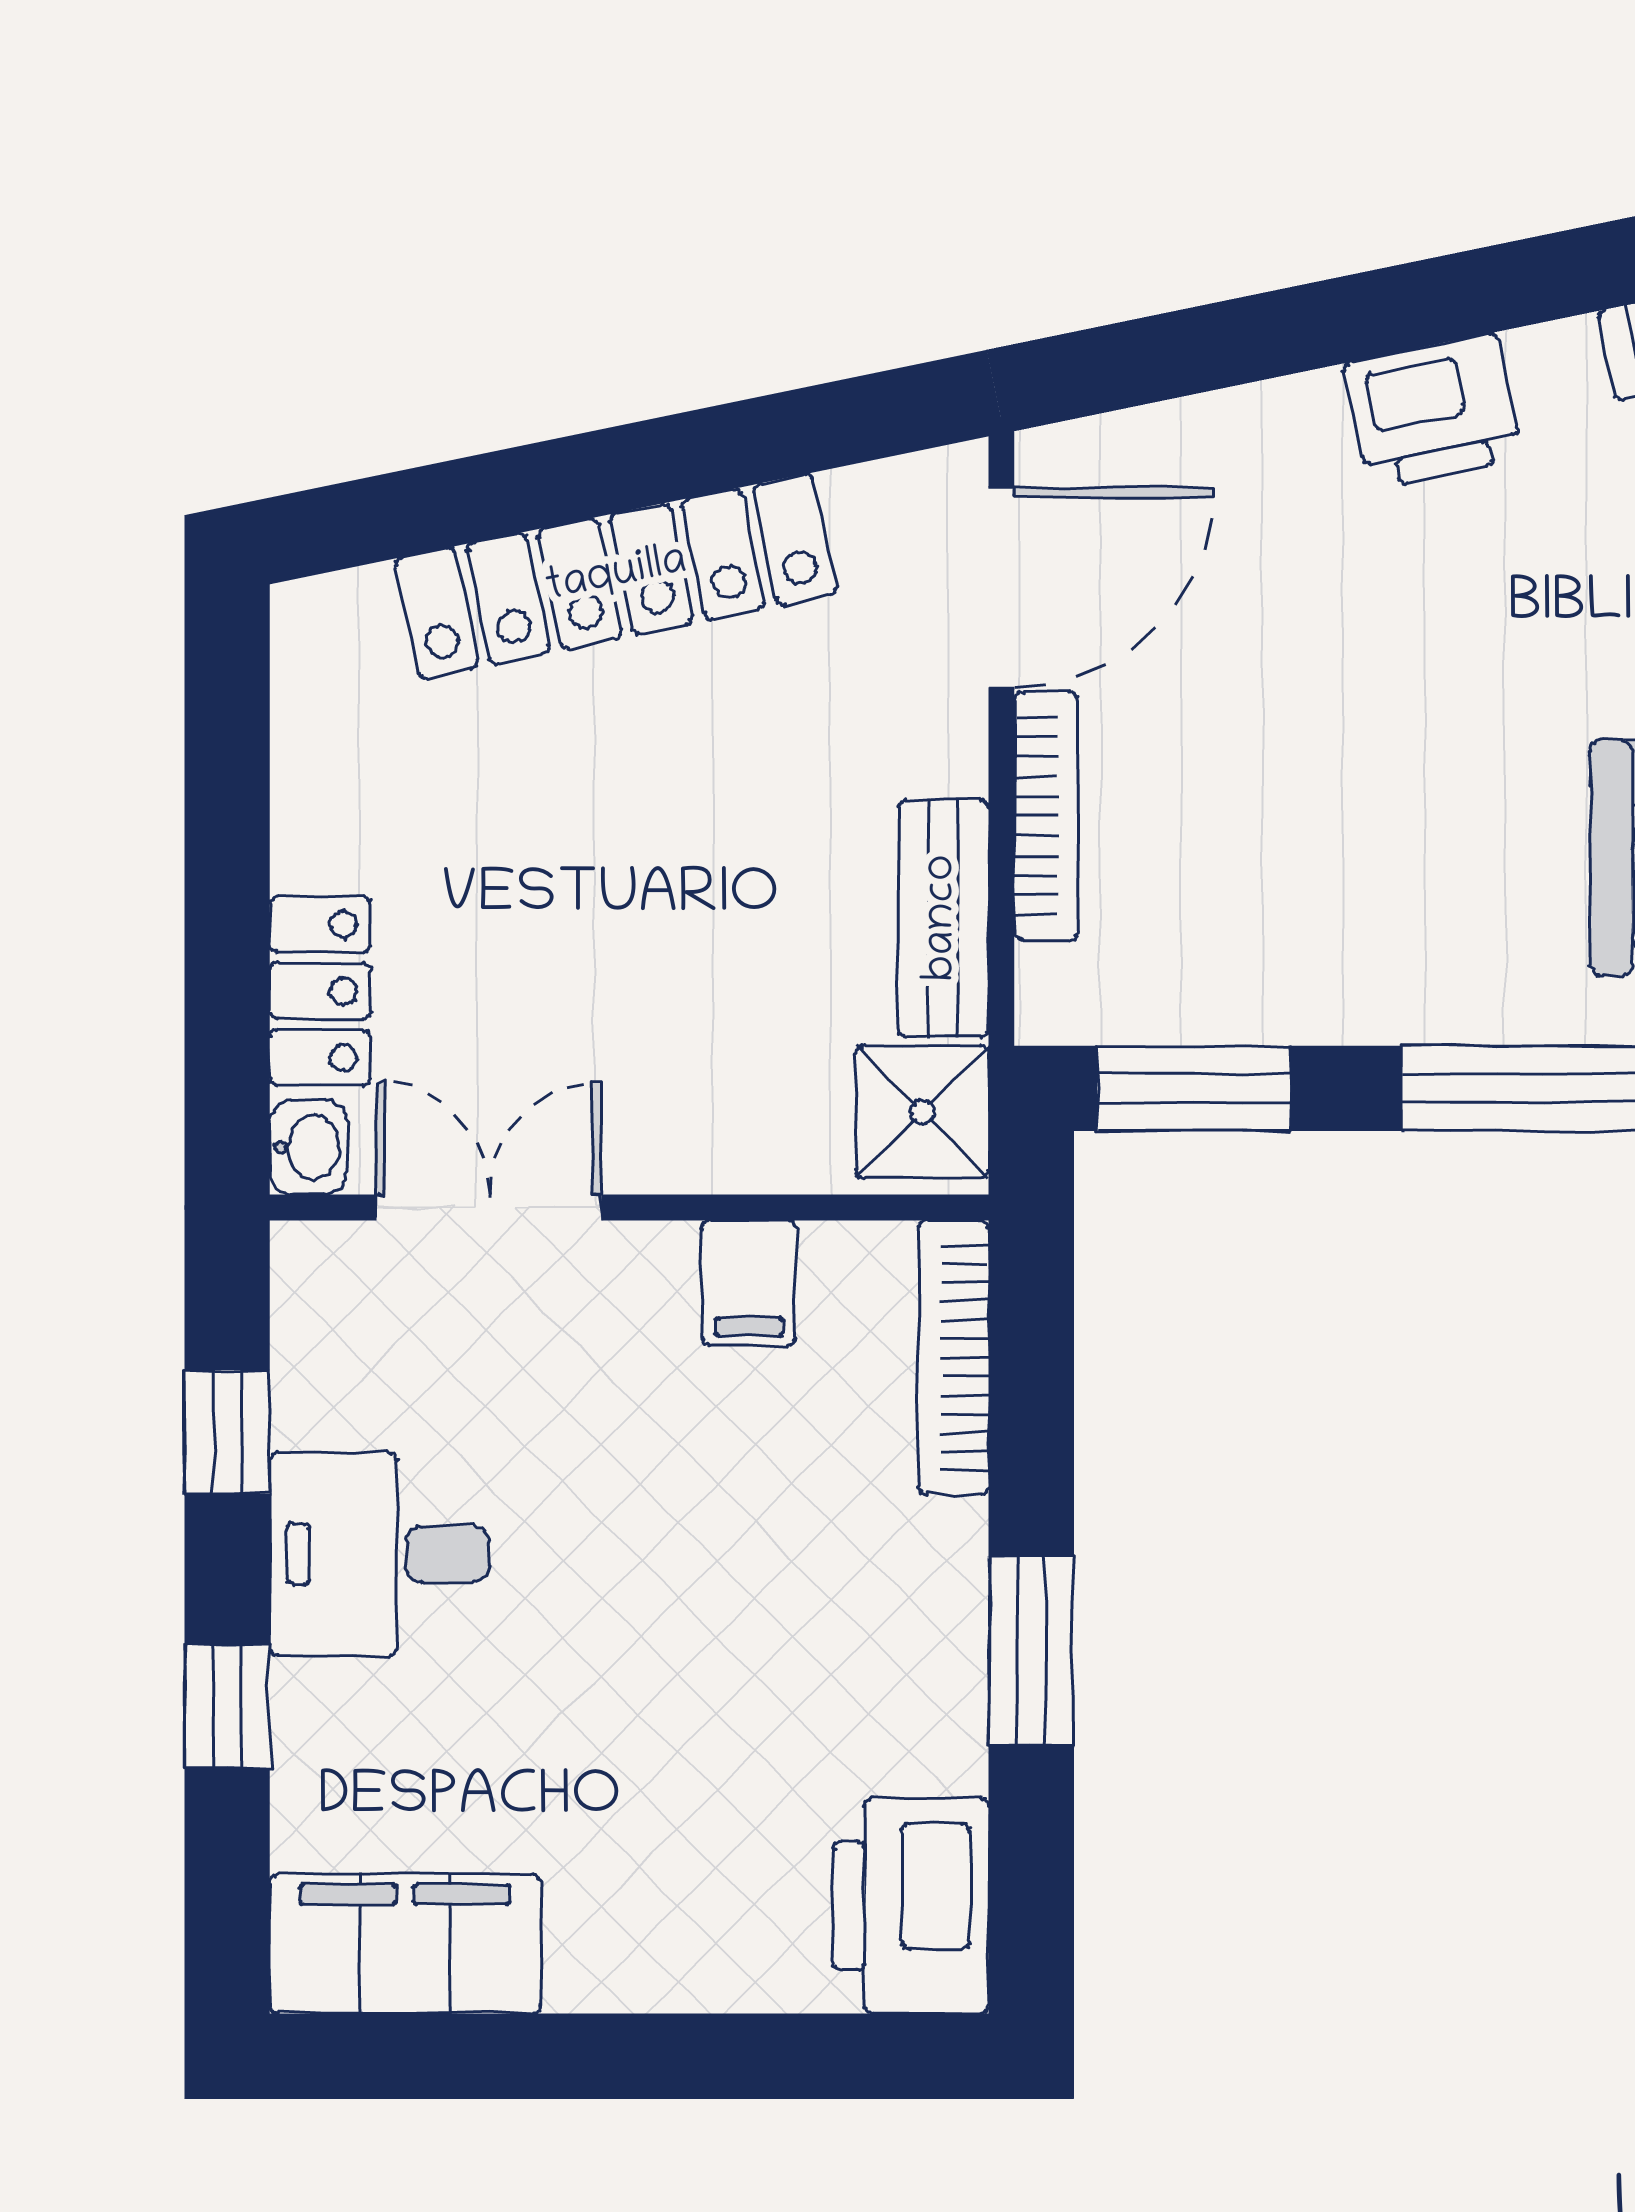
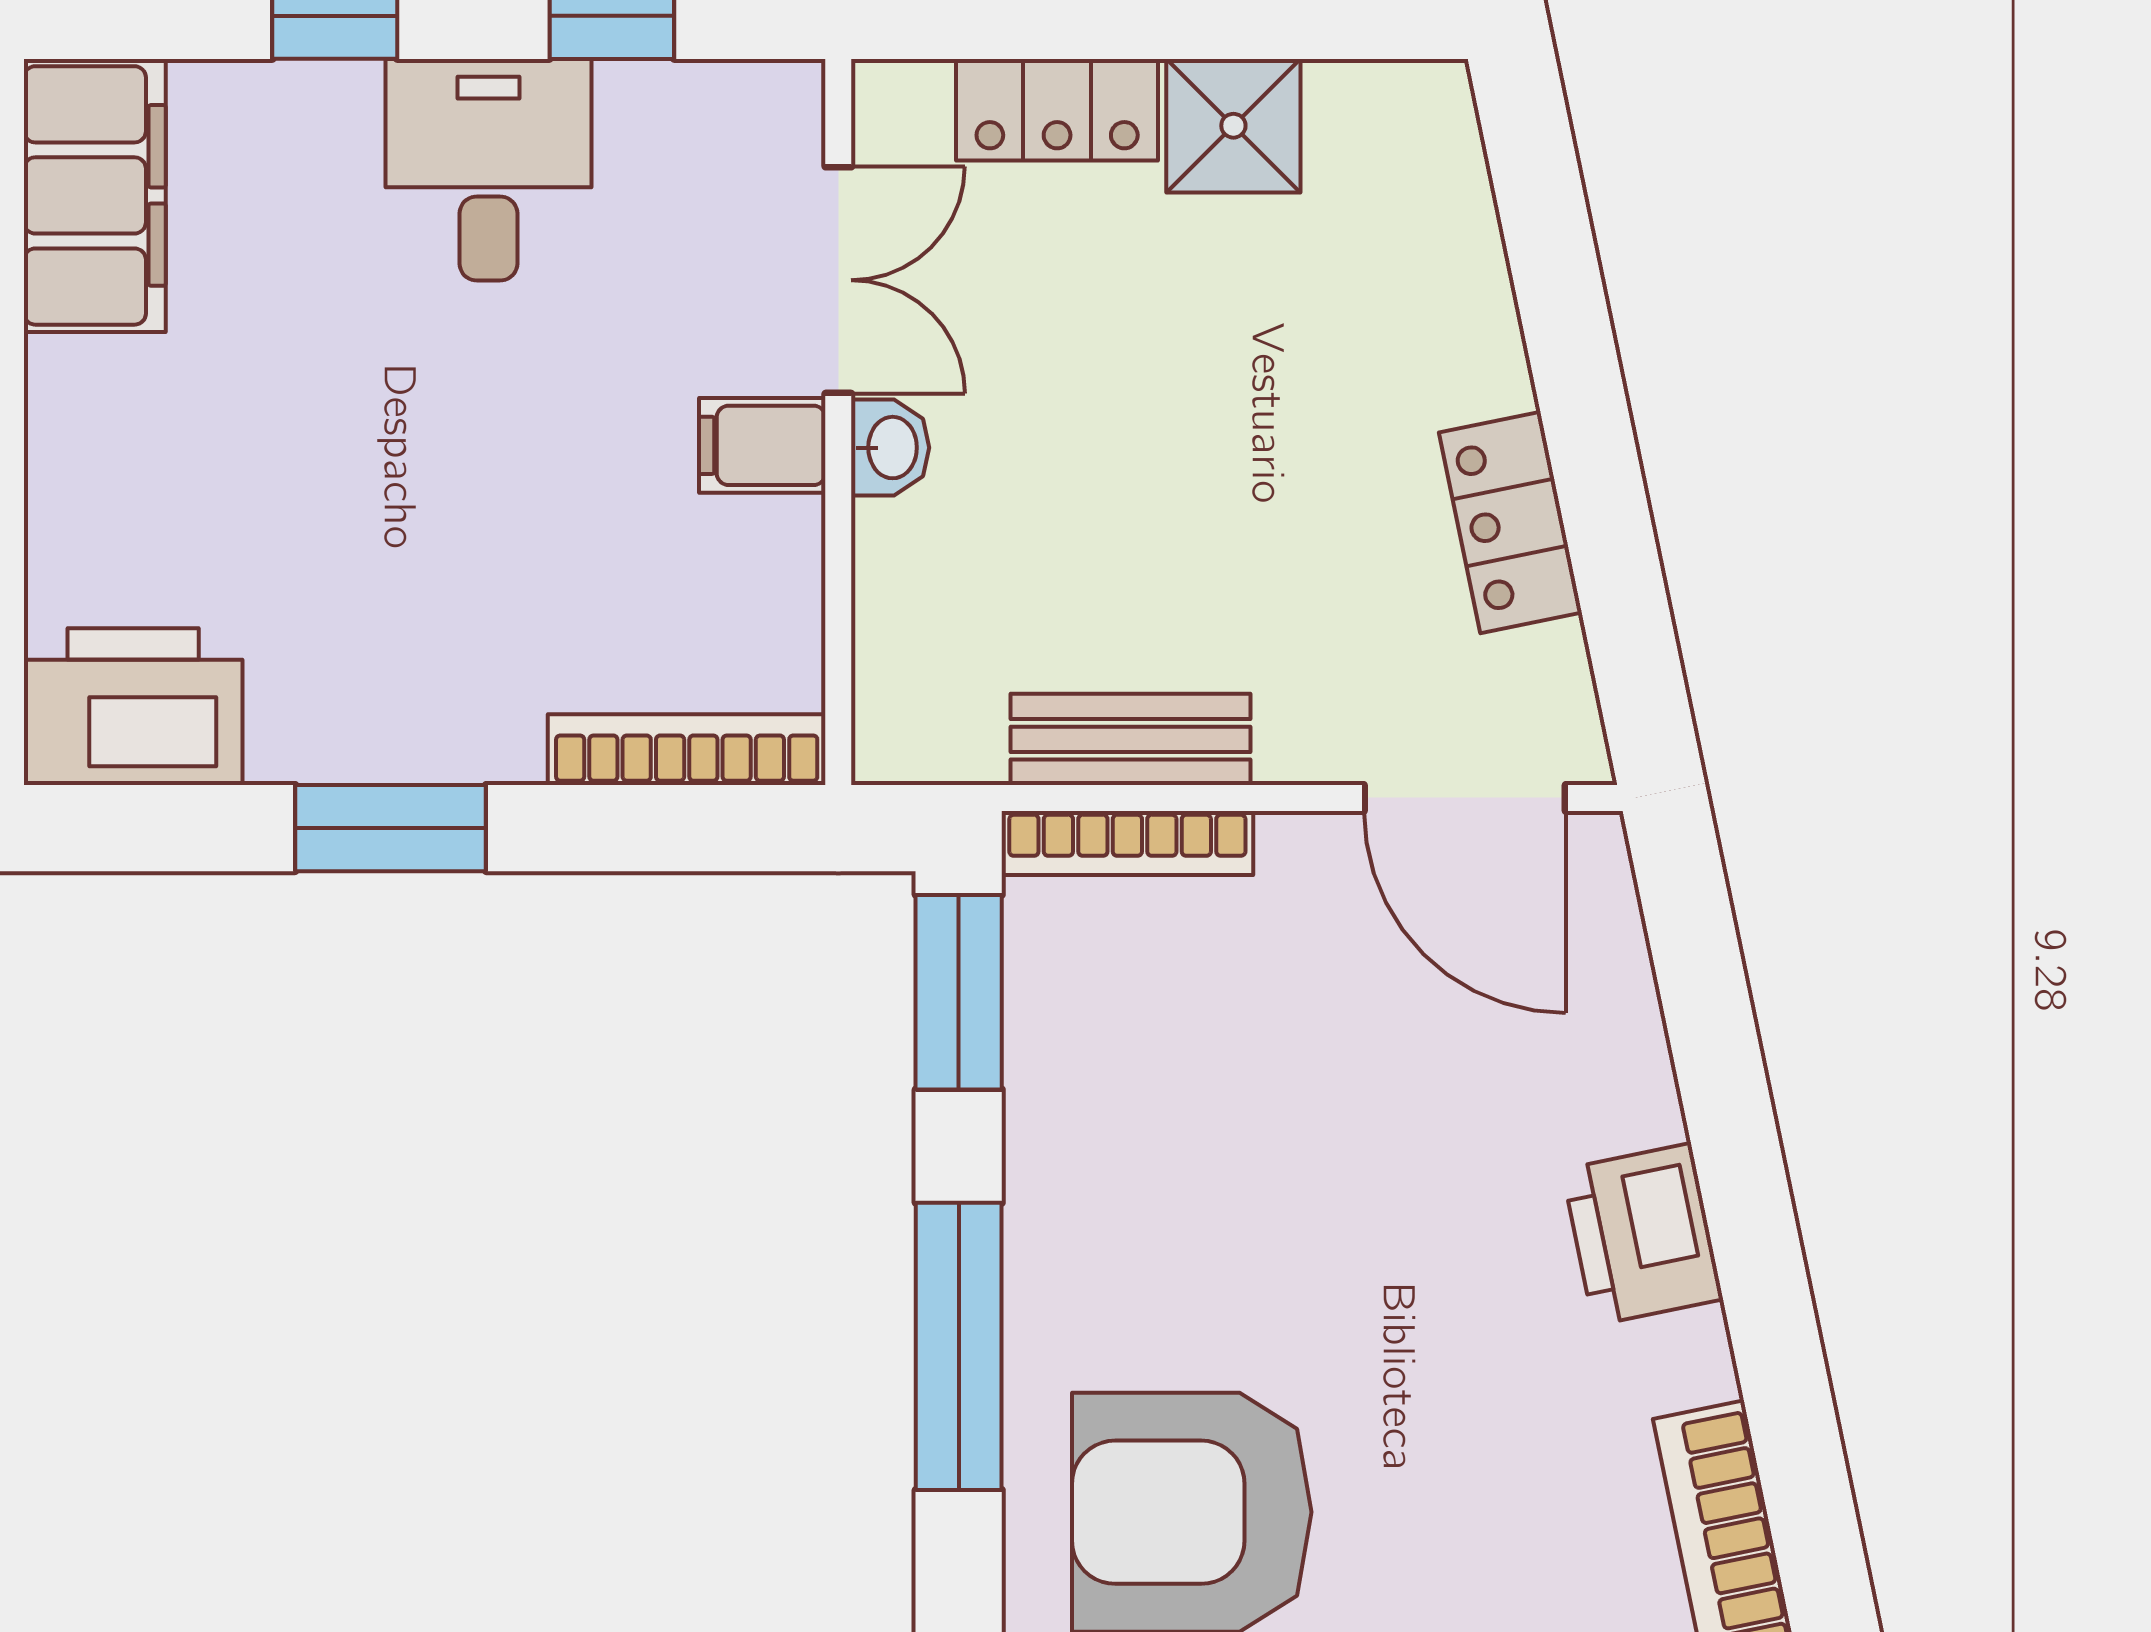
locker: (616, 576) -> (1510, 523), width x0.46, depth x0.83
bookcase: (1046, 816) -> (1127, 843), moved
shower: (922, 1112) -> (1233, 126), moved
washbasin: (308, 1147) -> (890, 448), moved, turned -90
filing cabinet: (749, 1283) -> (762, 445), moved

